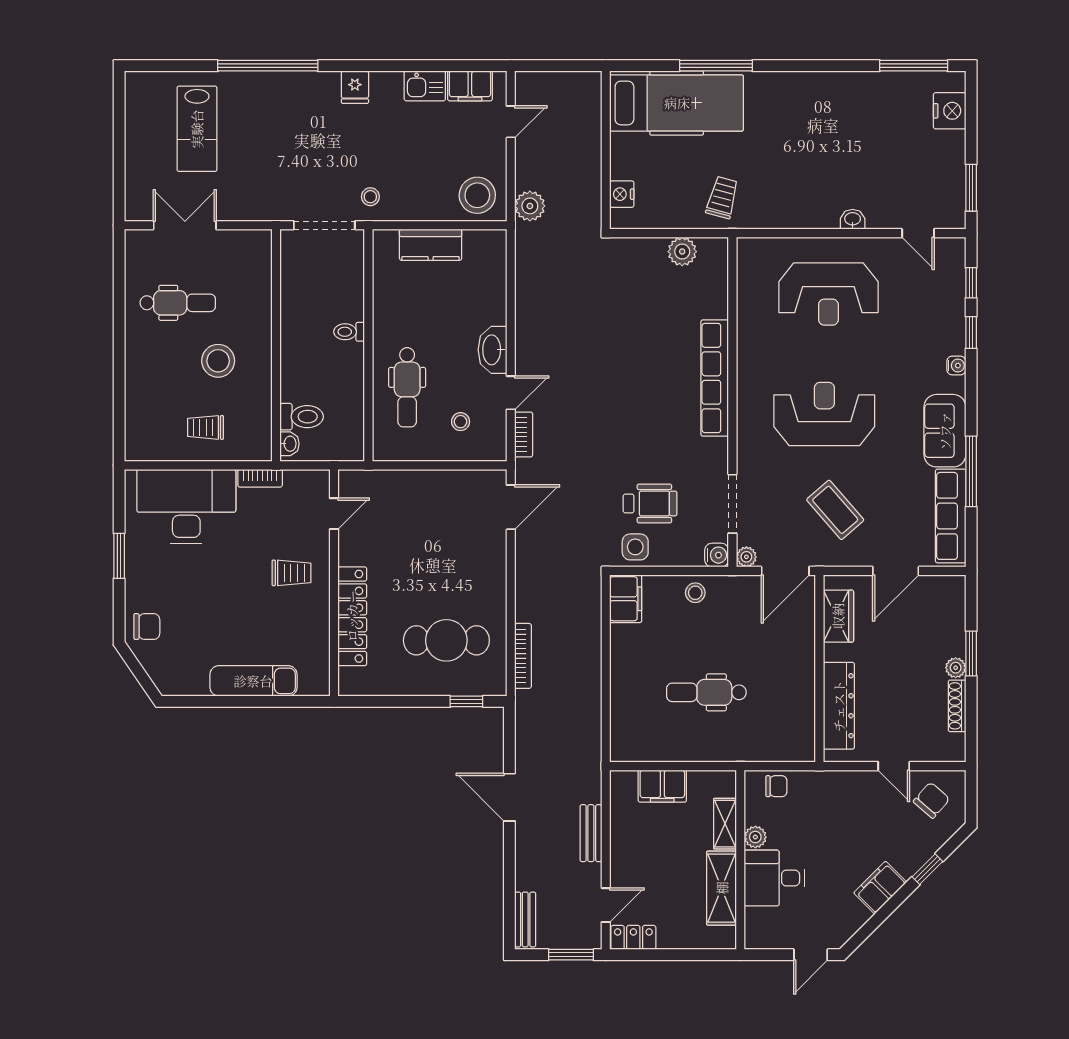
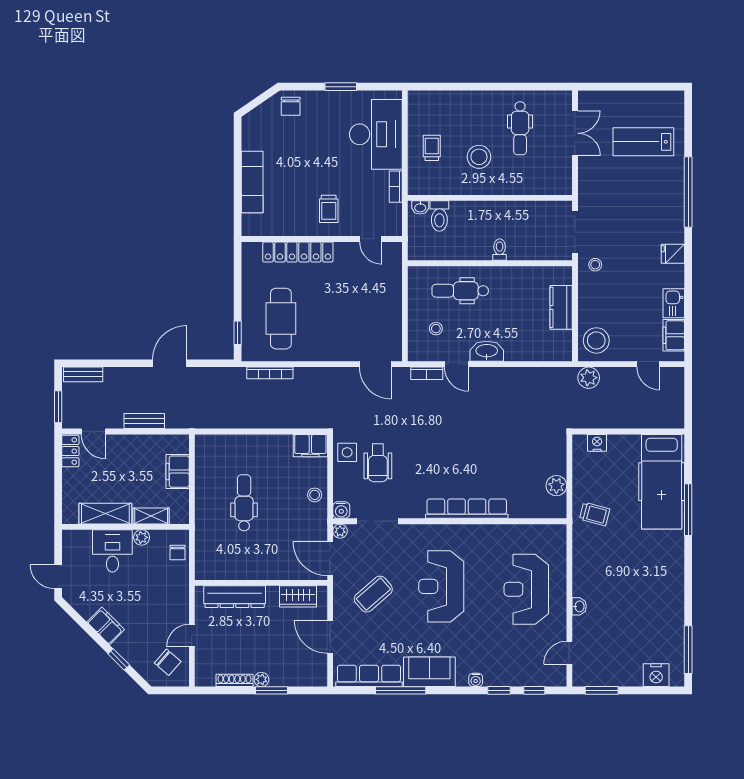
reception desk: (824, 414) -> (441, 586), turned 180

